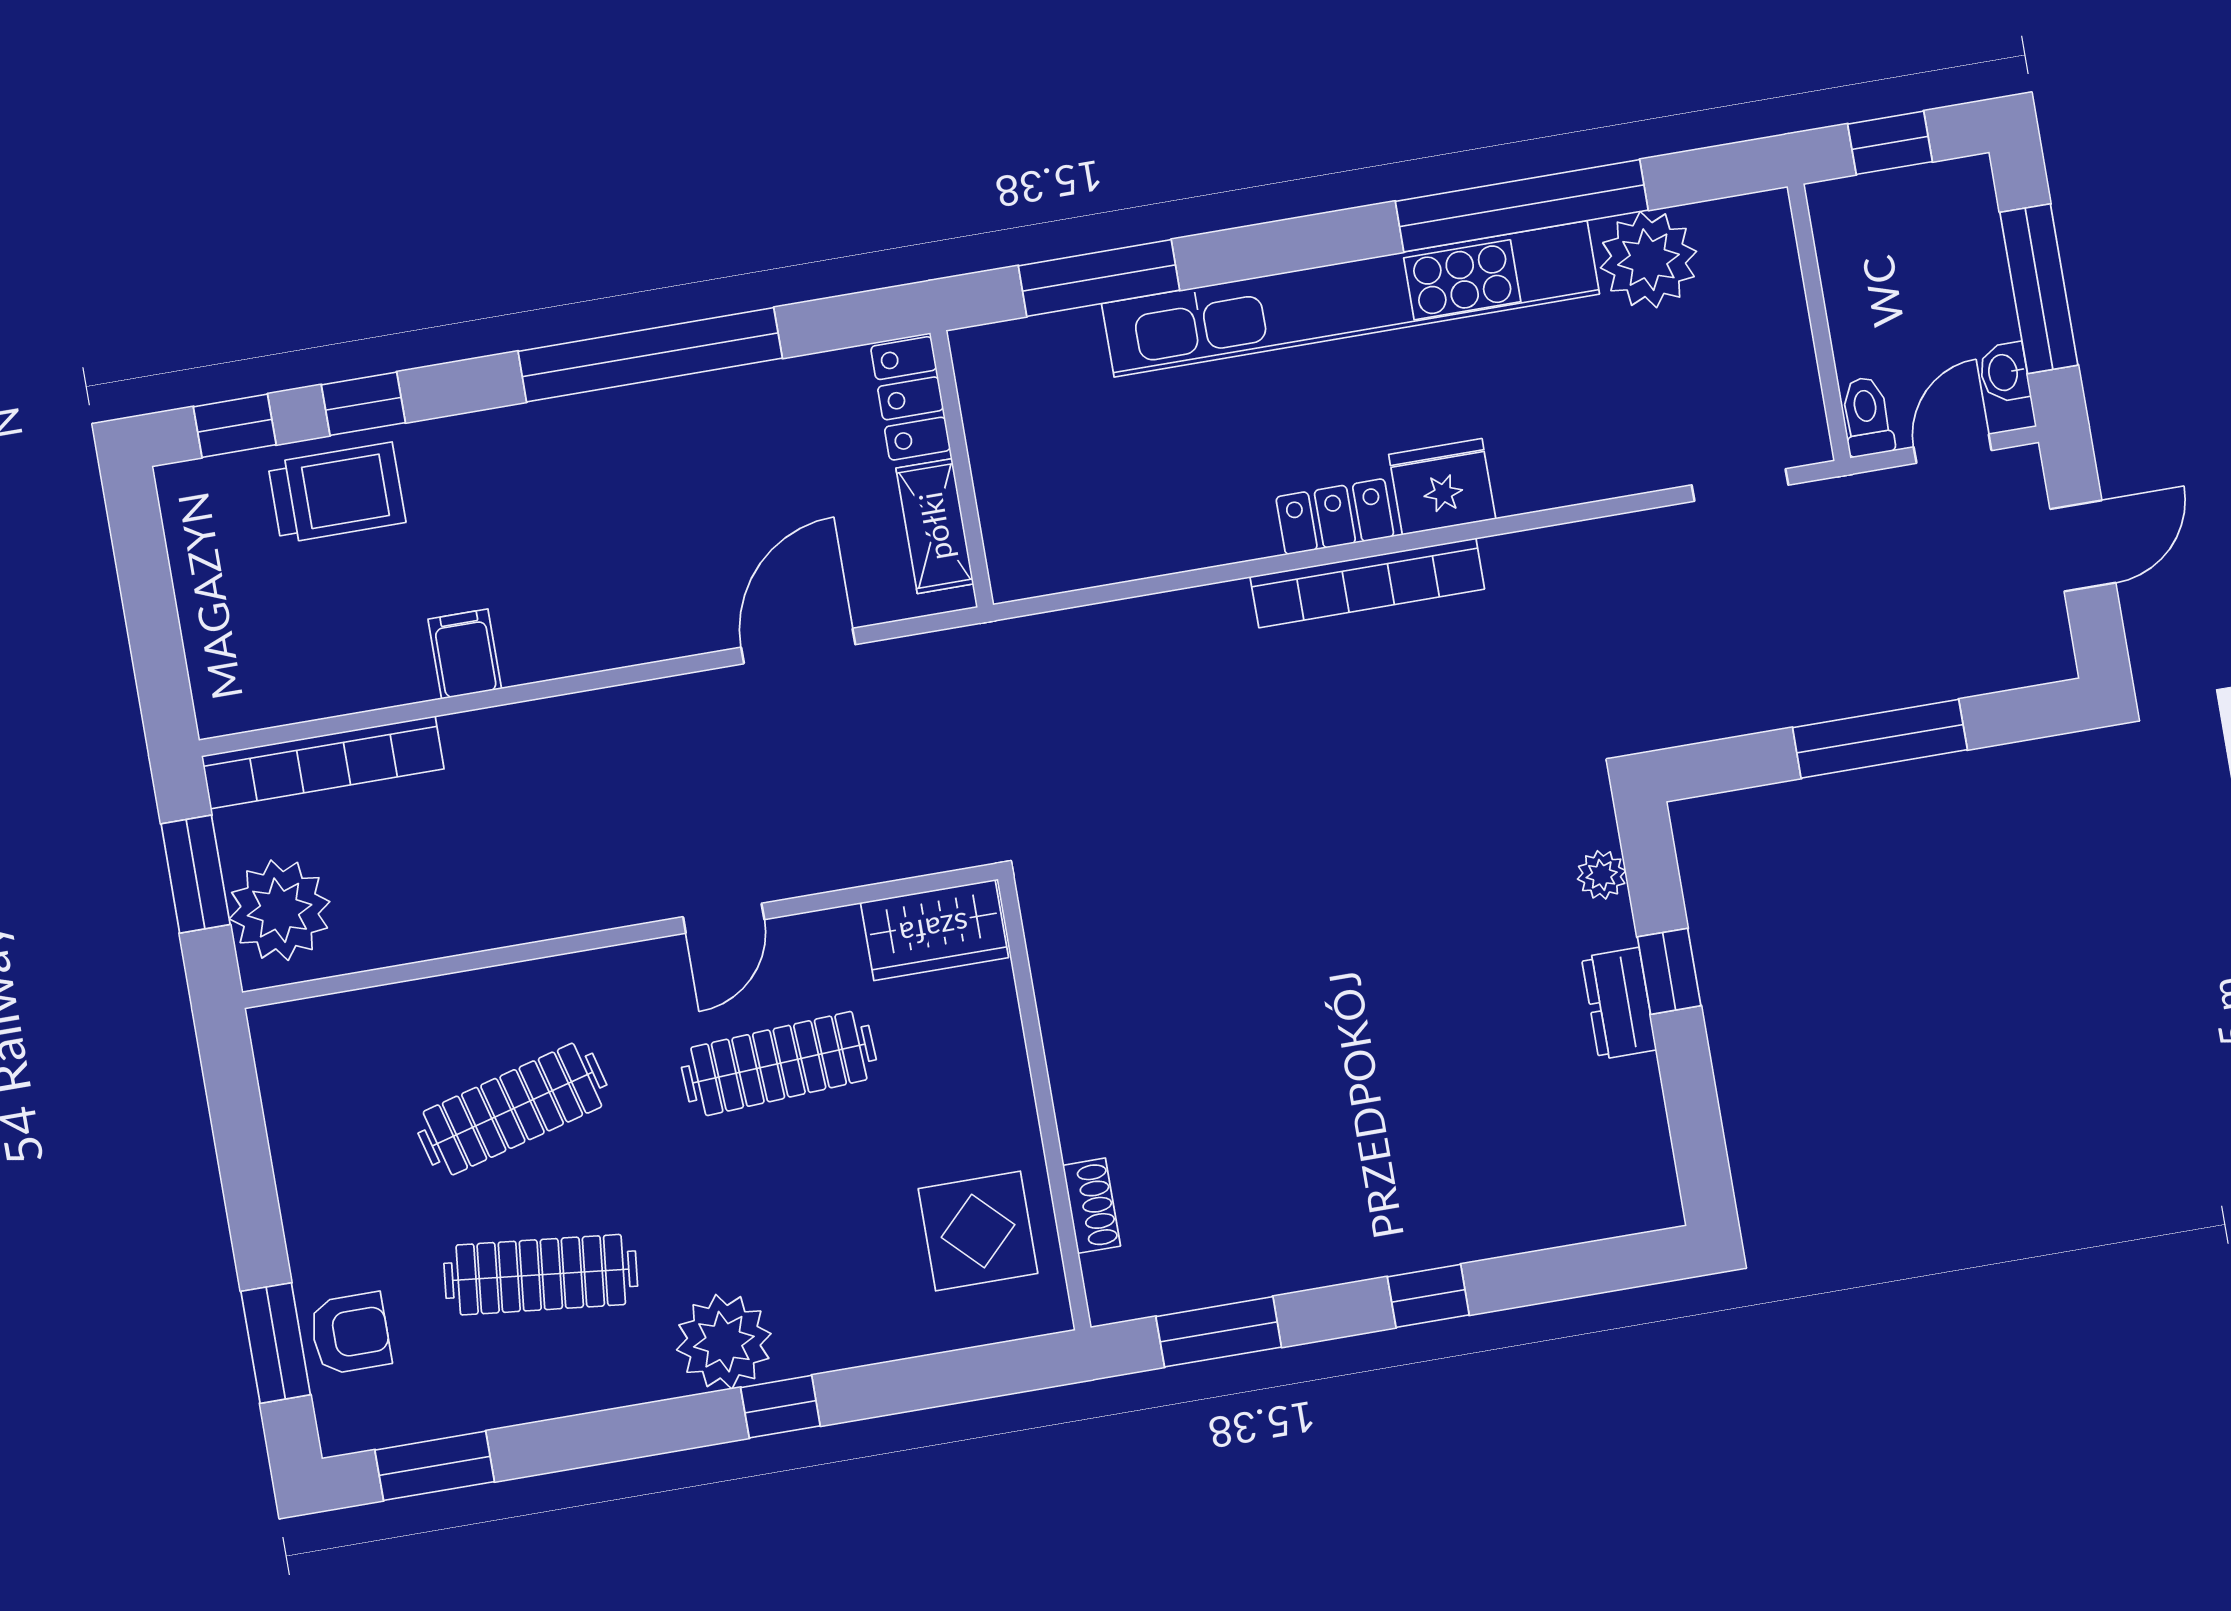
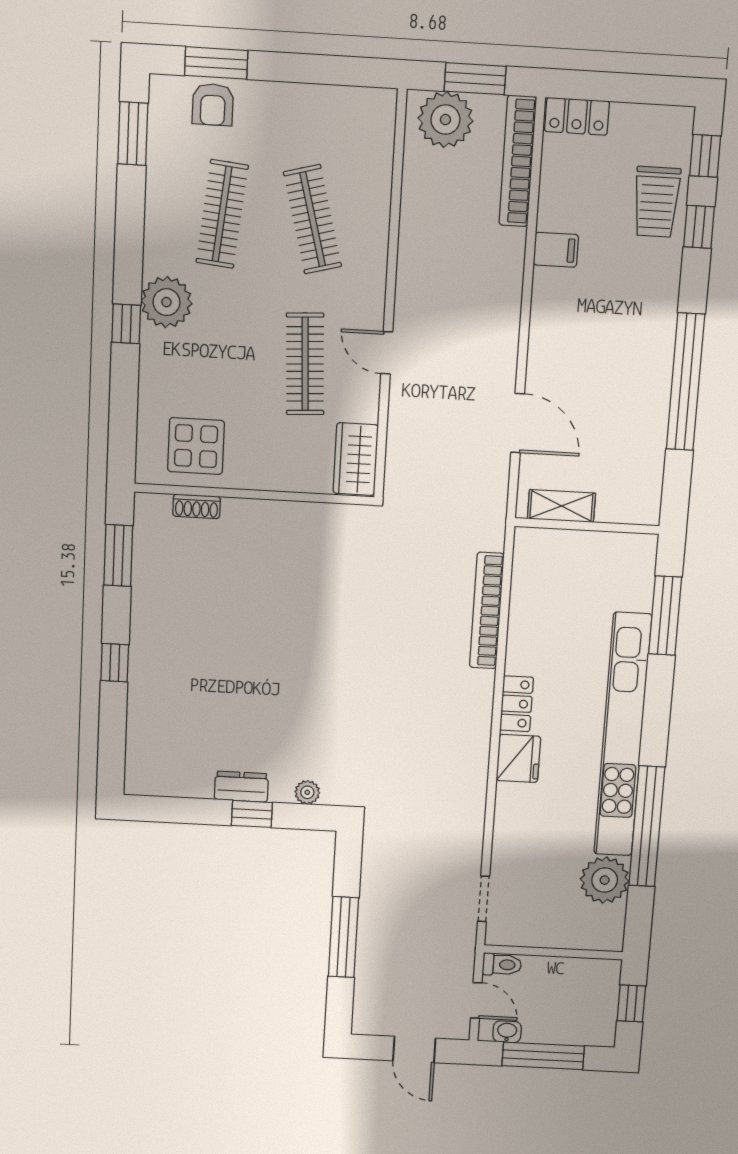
locker: (911, 398) -> (577, 116), moved, turned 180
bookcase: (1367, 583) -> (487, 611), moved

